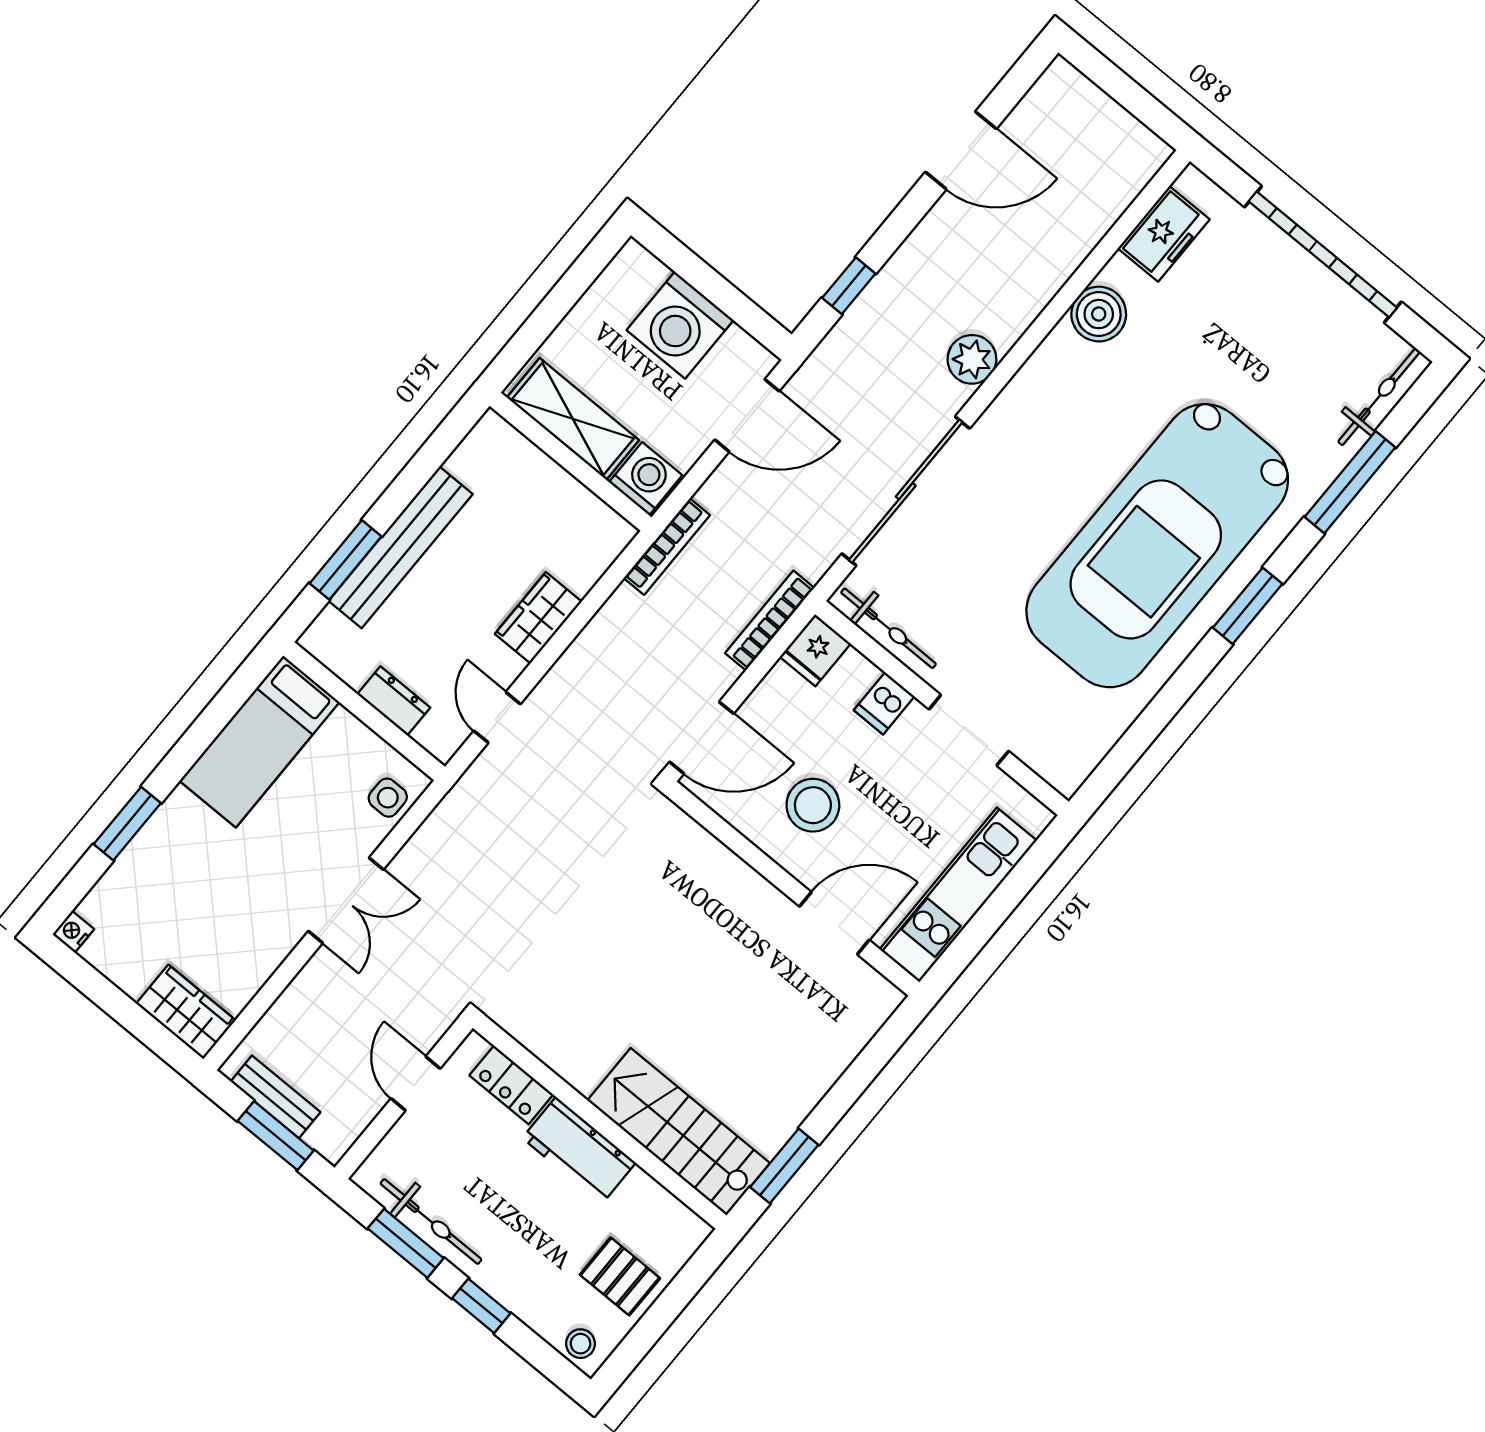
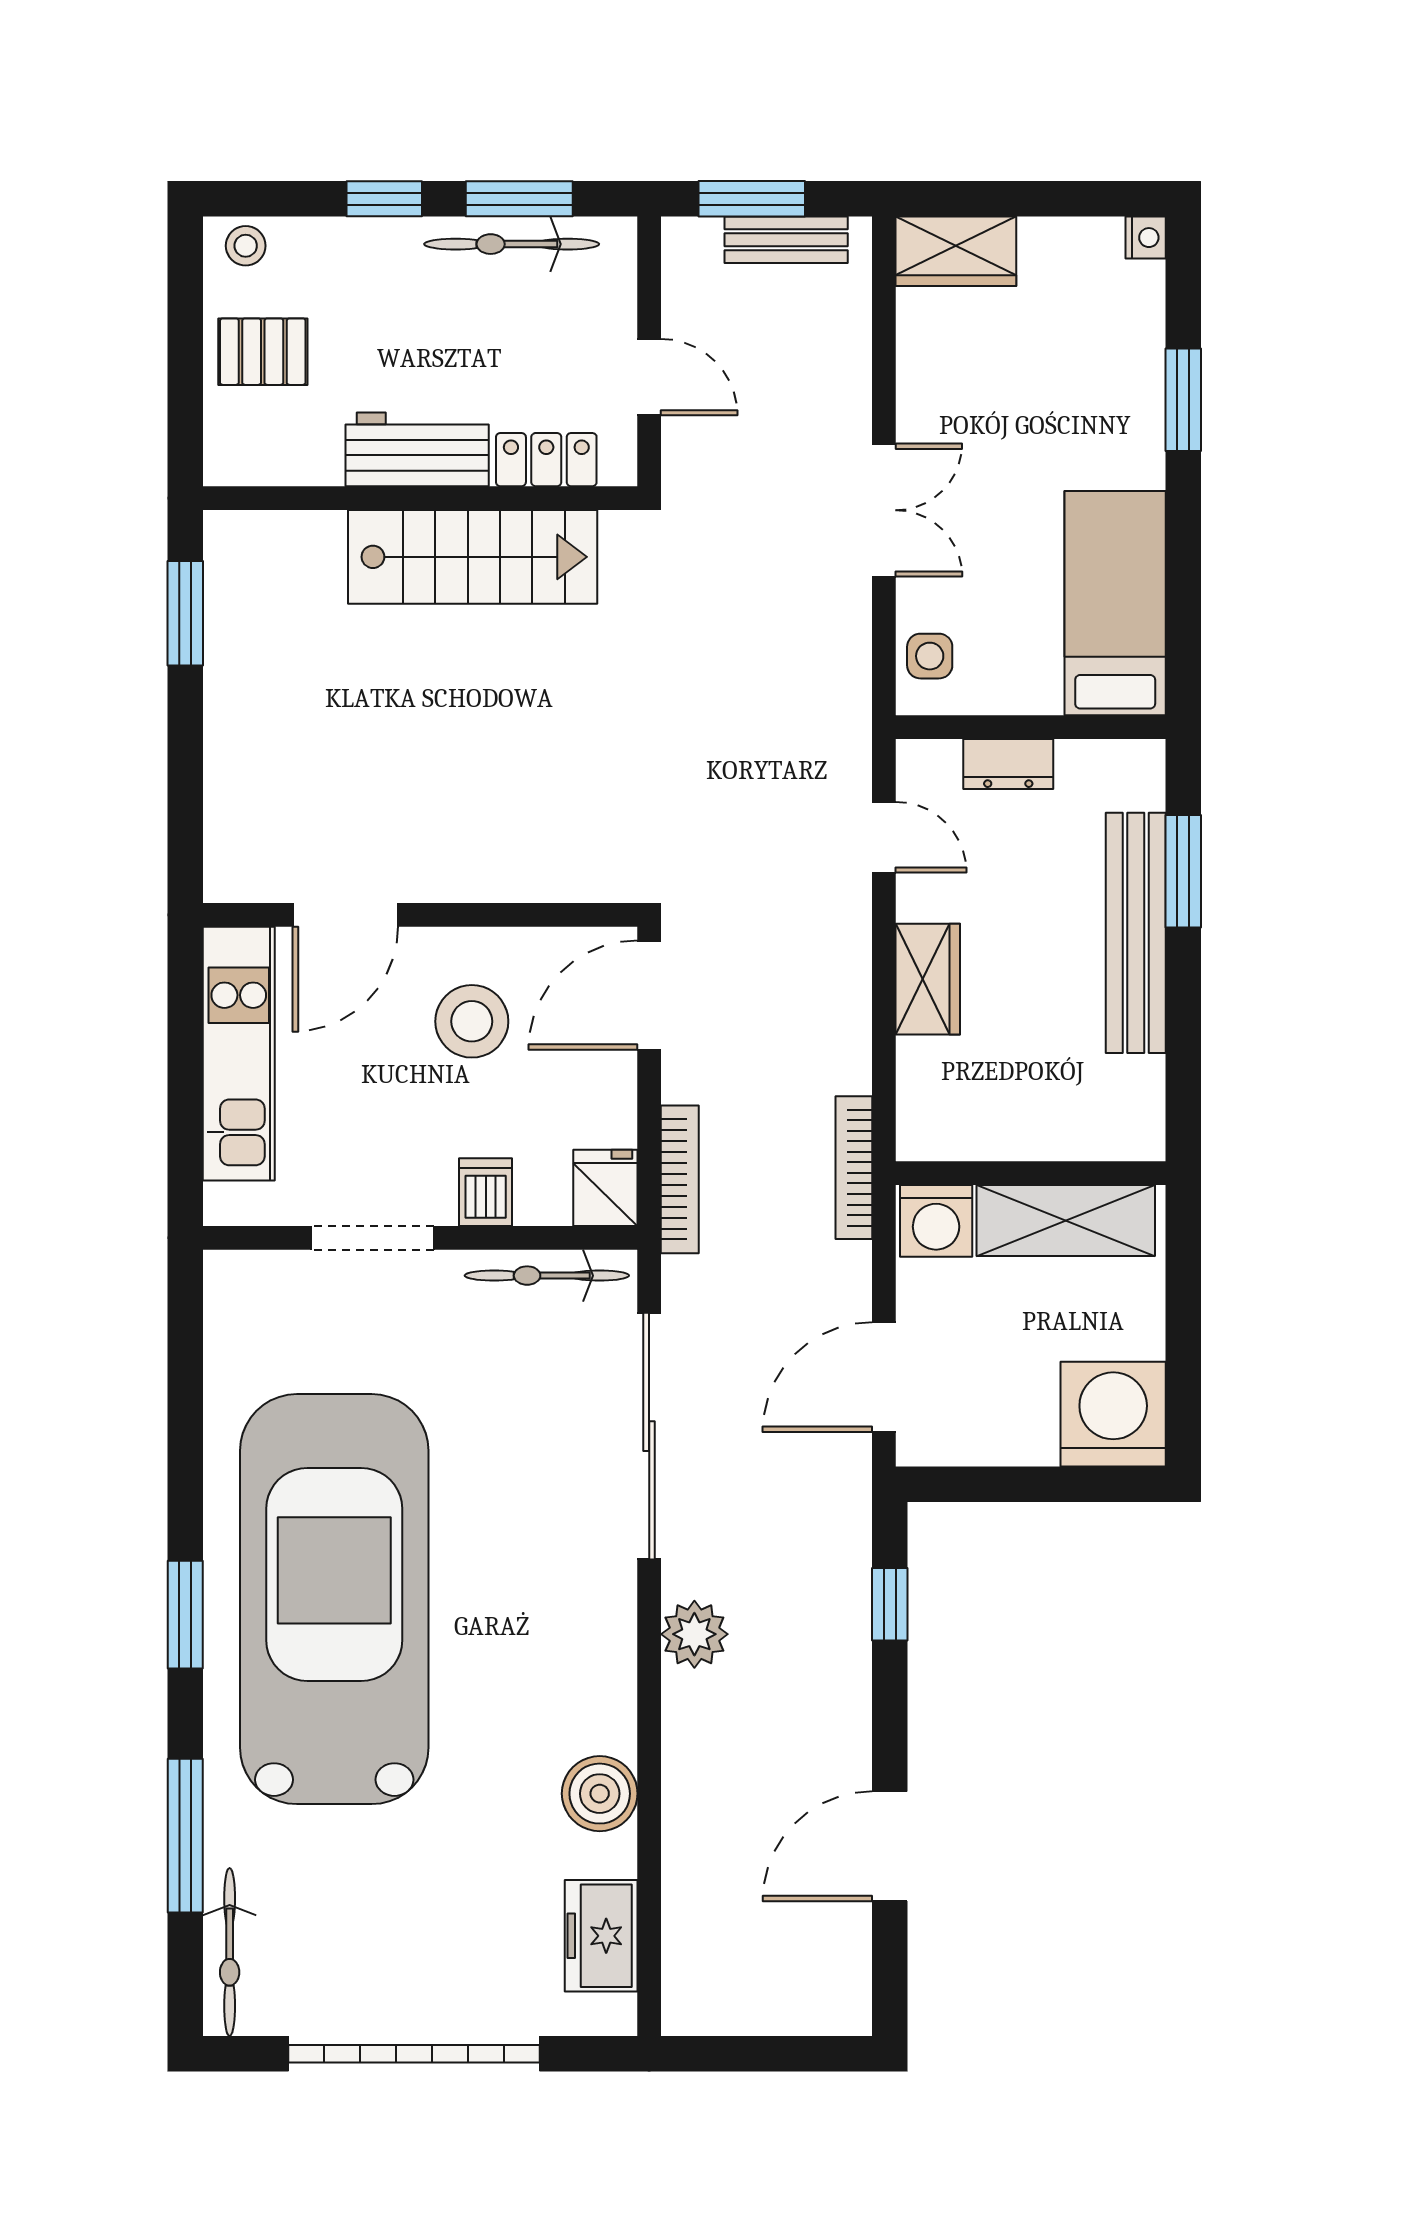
washing machine: (680, 325) -> (1113, 1414), moved
double door: (346, 900) -> (884, 510), swing flipped
stairs: (679, 1132) -> (473, 557), moved

